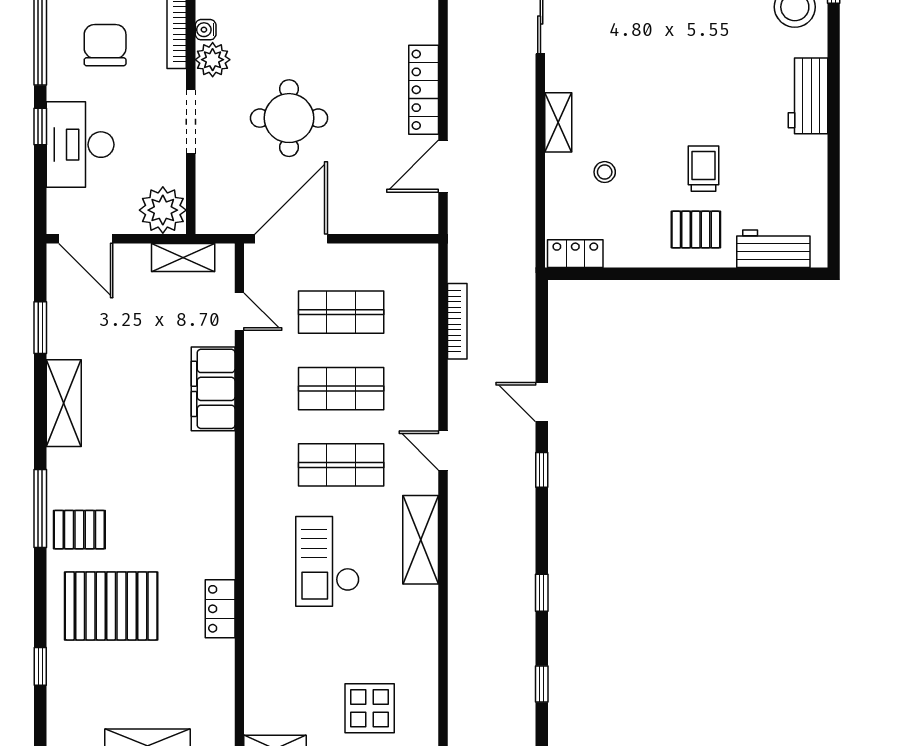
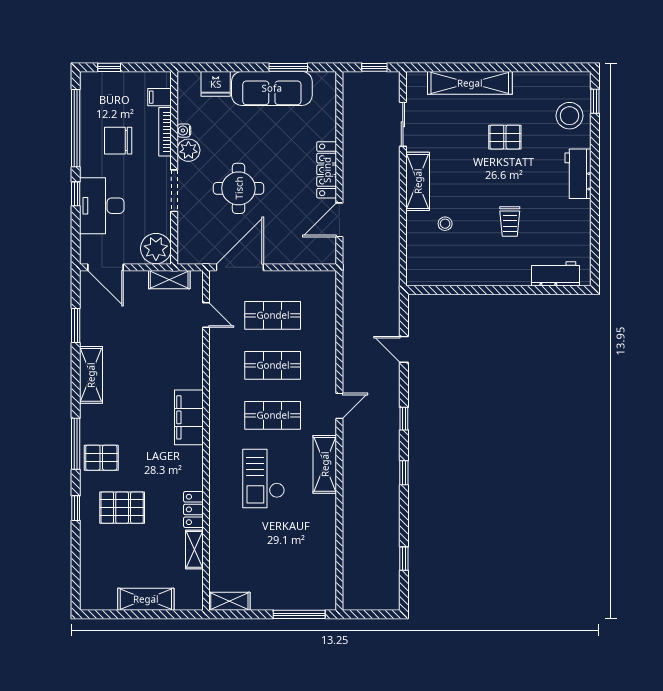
chair: (105, 45) -> (118, 141), turned -90
shelving: (558, 122) -> (418, 181), width x1.50, depth x1.33
trolley: (704, 169) -> (510, 221), turned 180
pallet: (696, 230) -> (505, 137), moved
locker: (575, 254) -> (426, 277), removed
bookcase: (457, 321) -> (349, 321), removed
filing cabinet: (213, 389) -> (189, 417), moved
door: (542, 402) -> (404, 349), moved
door: (443, 451) -> (339, 406), swing flipped
window: (542, 593) -> (404, 473), moved
pallet: (111, 606) -> (122, 508), width x0.73, depth x0.71
window: (40, 666) -> (76, 508), moved
shelving: (221, 670) -> (194, 549), added
display table: (370, 708) -> (291, 575), removed

